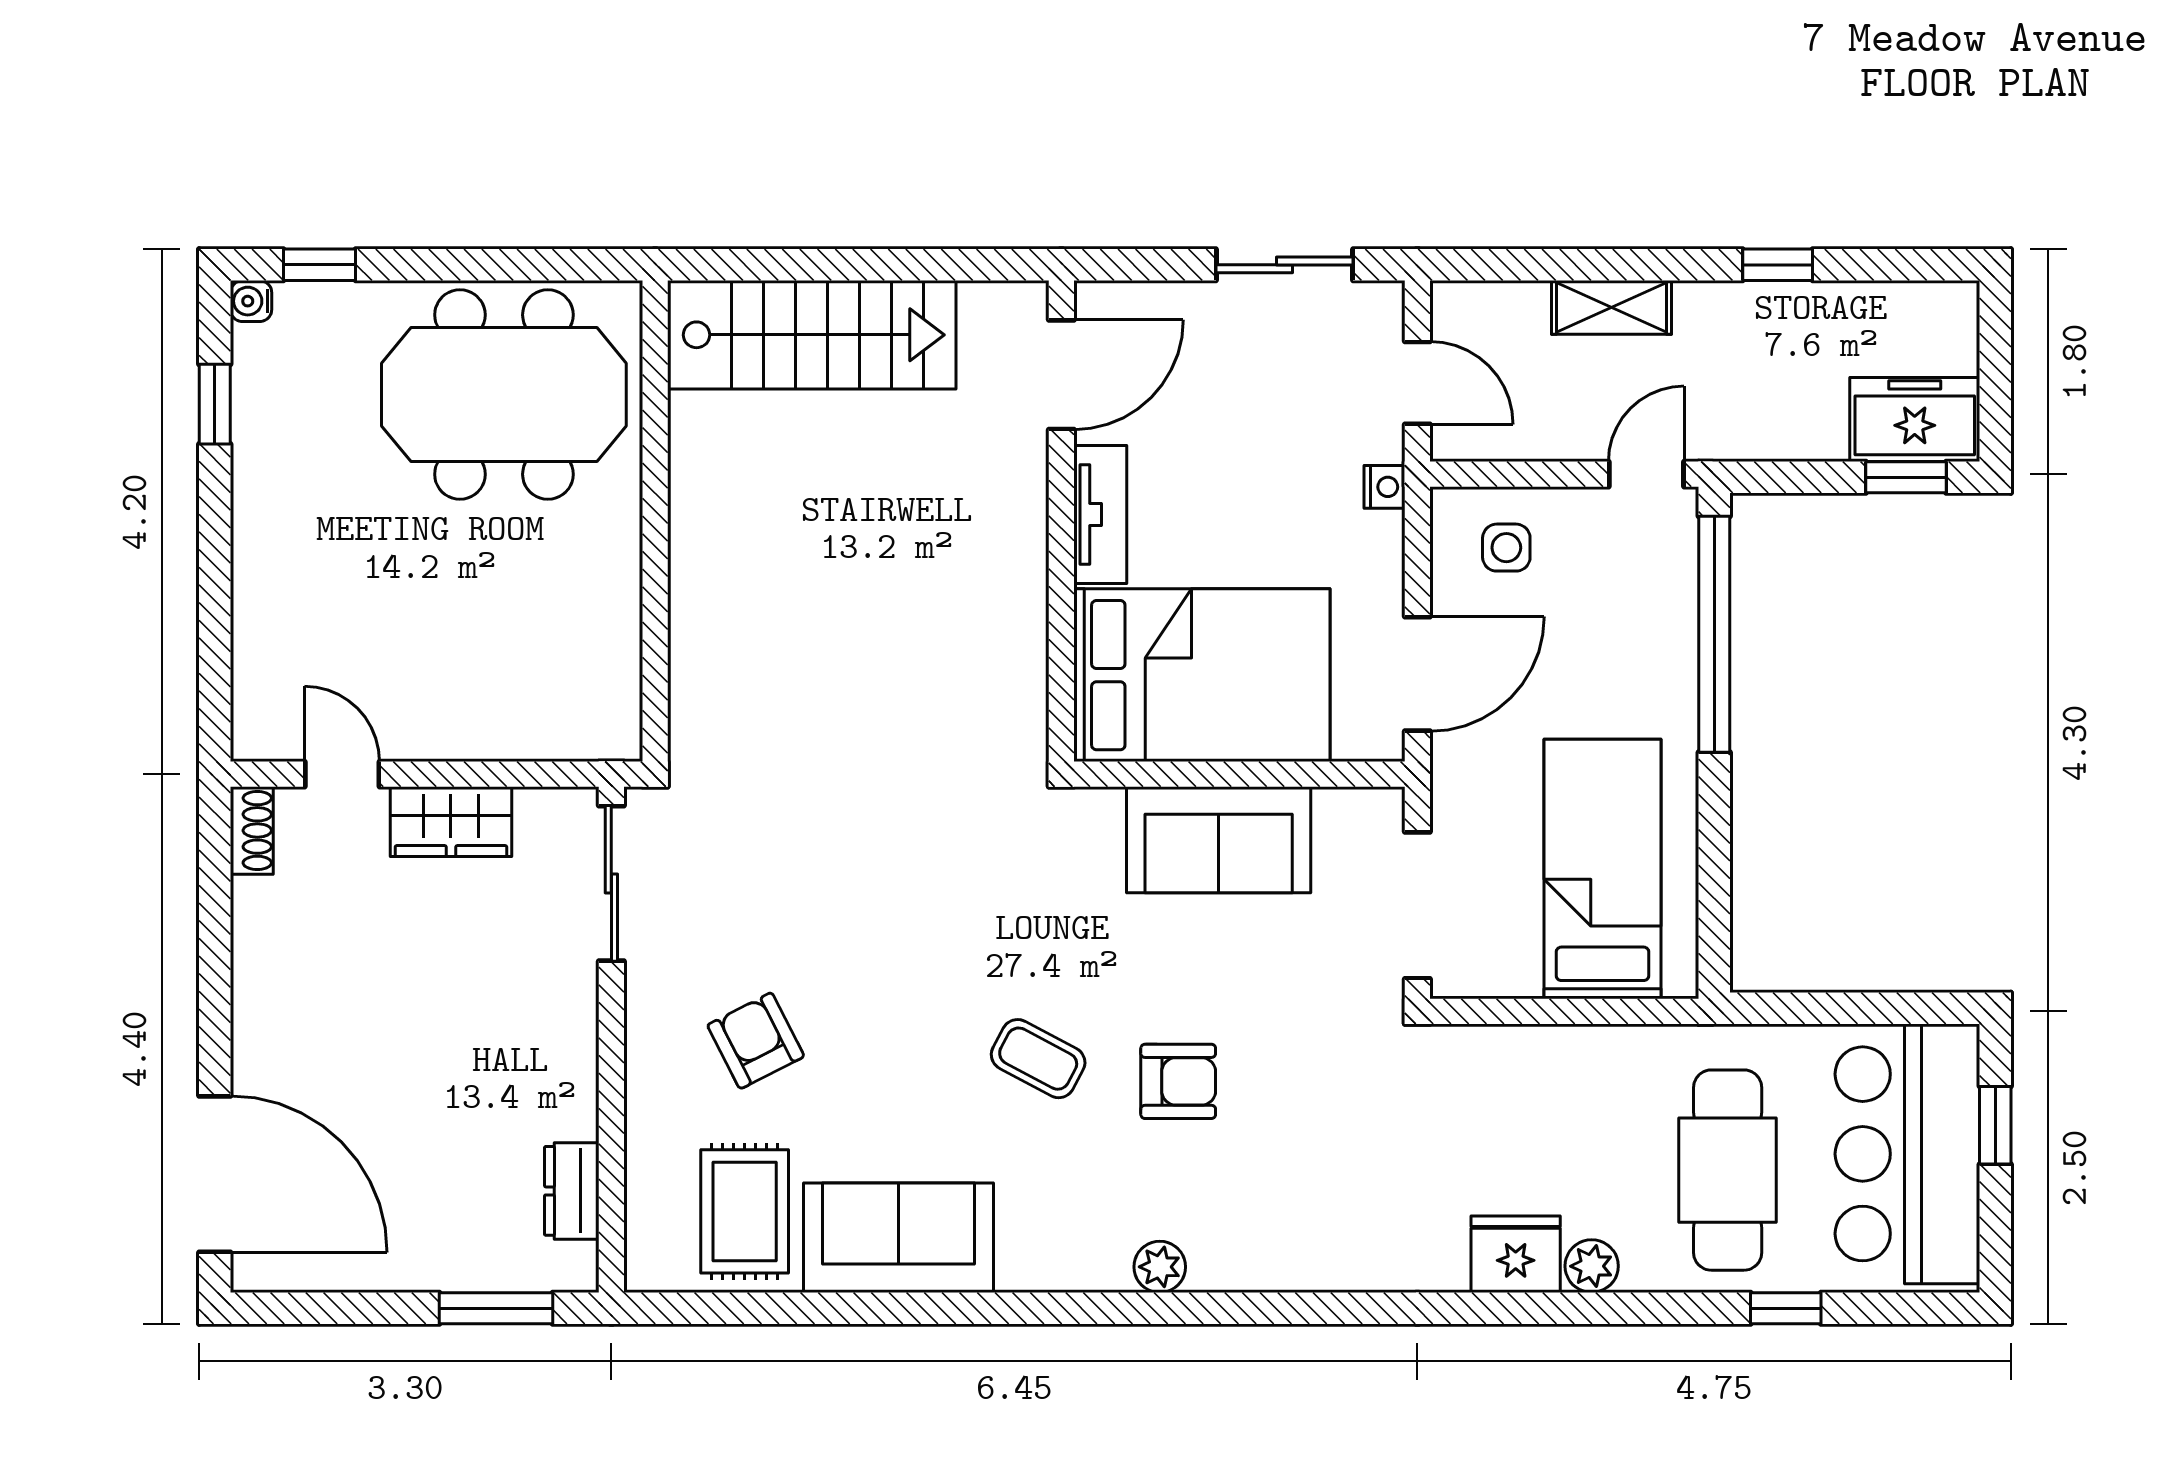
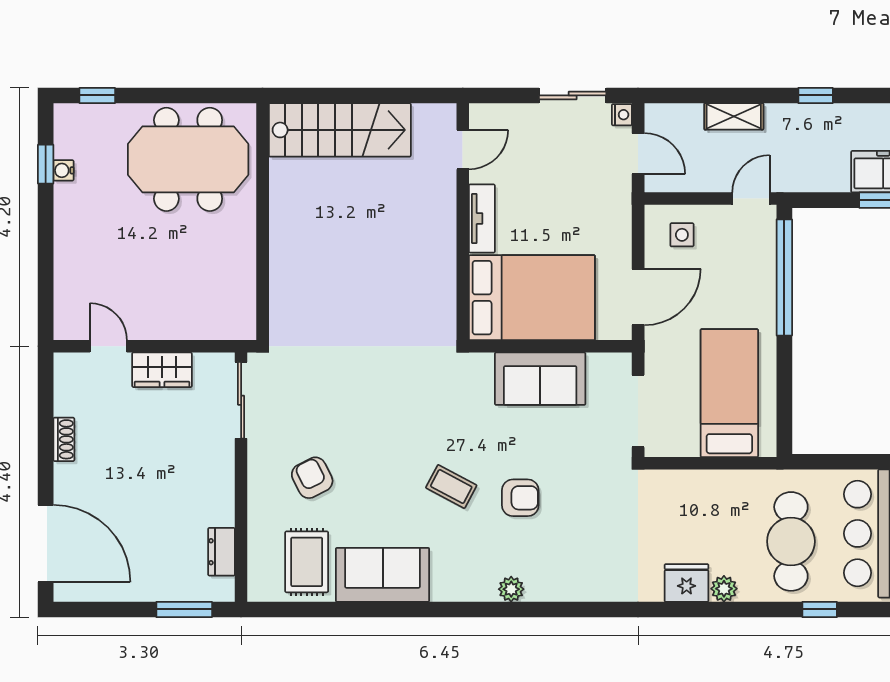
water cooler: (251, 301) -> (63, 170), moved
door: (1061, 375) -> (463, 150), width x0.73
nightstand: (1385, 487) -> (622, 115), moved
shoe rack: (252, 830) -> (64, 439), moved

